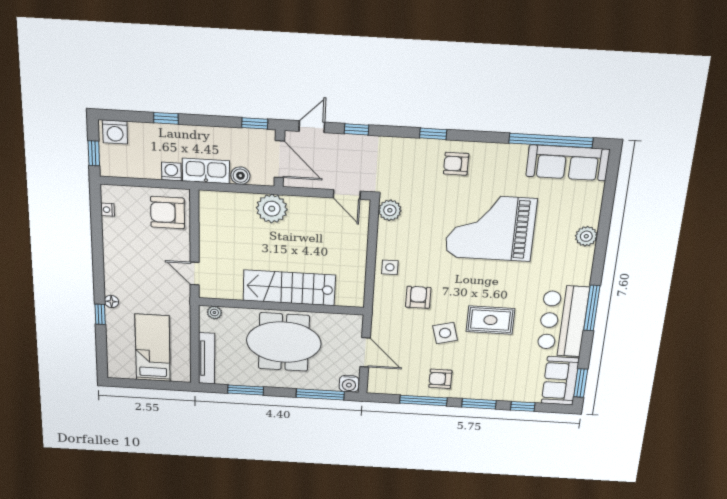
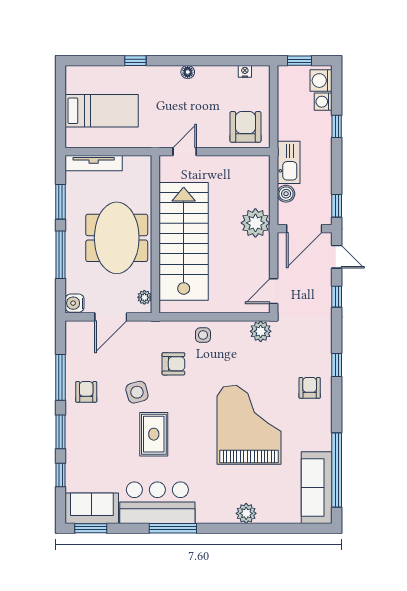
washing machine: (171, 172) -> (323, 102), moved, turned 180
stairs: (289, 288) -> (184, 241), width x1.36, depth x1.51
floor lamp: (111, 301) -> (188, 72), moved
plant: (214, 313) -> (144, 297), moved
window: (320, 394) -> (61, 255), moved

